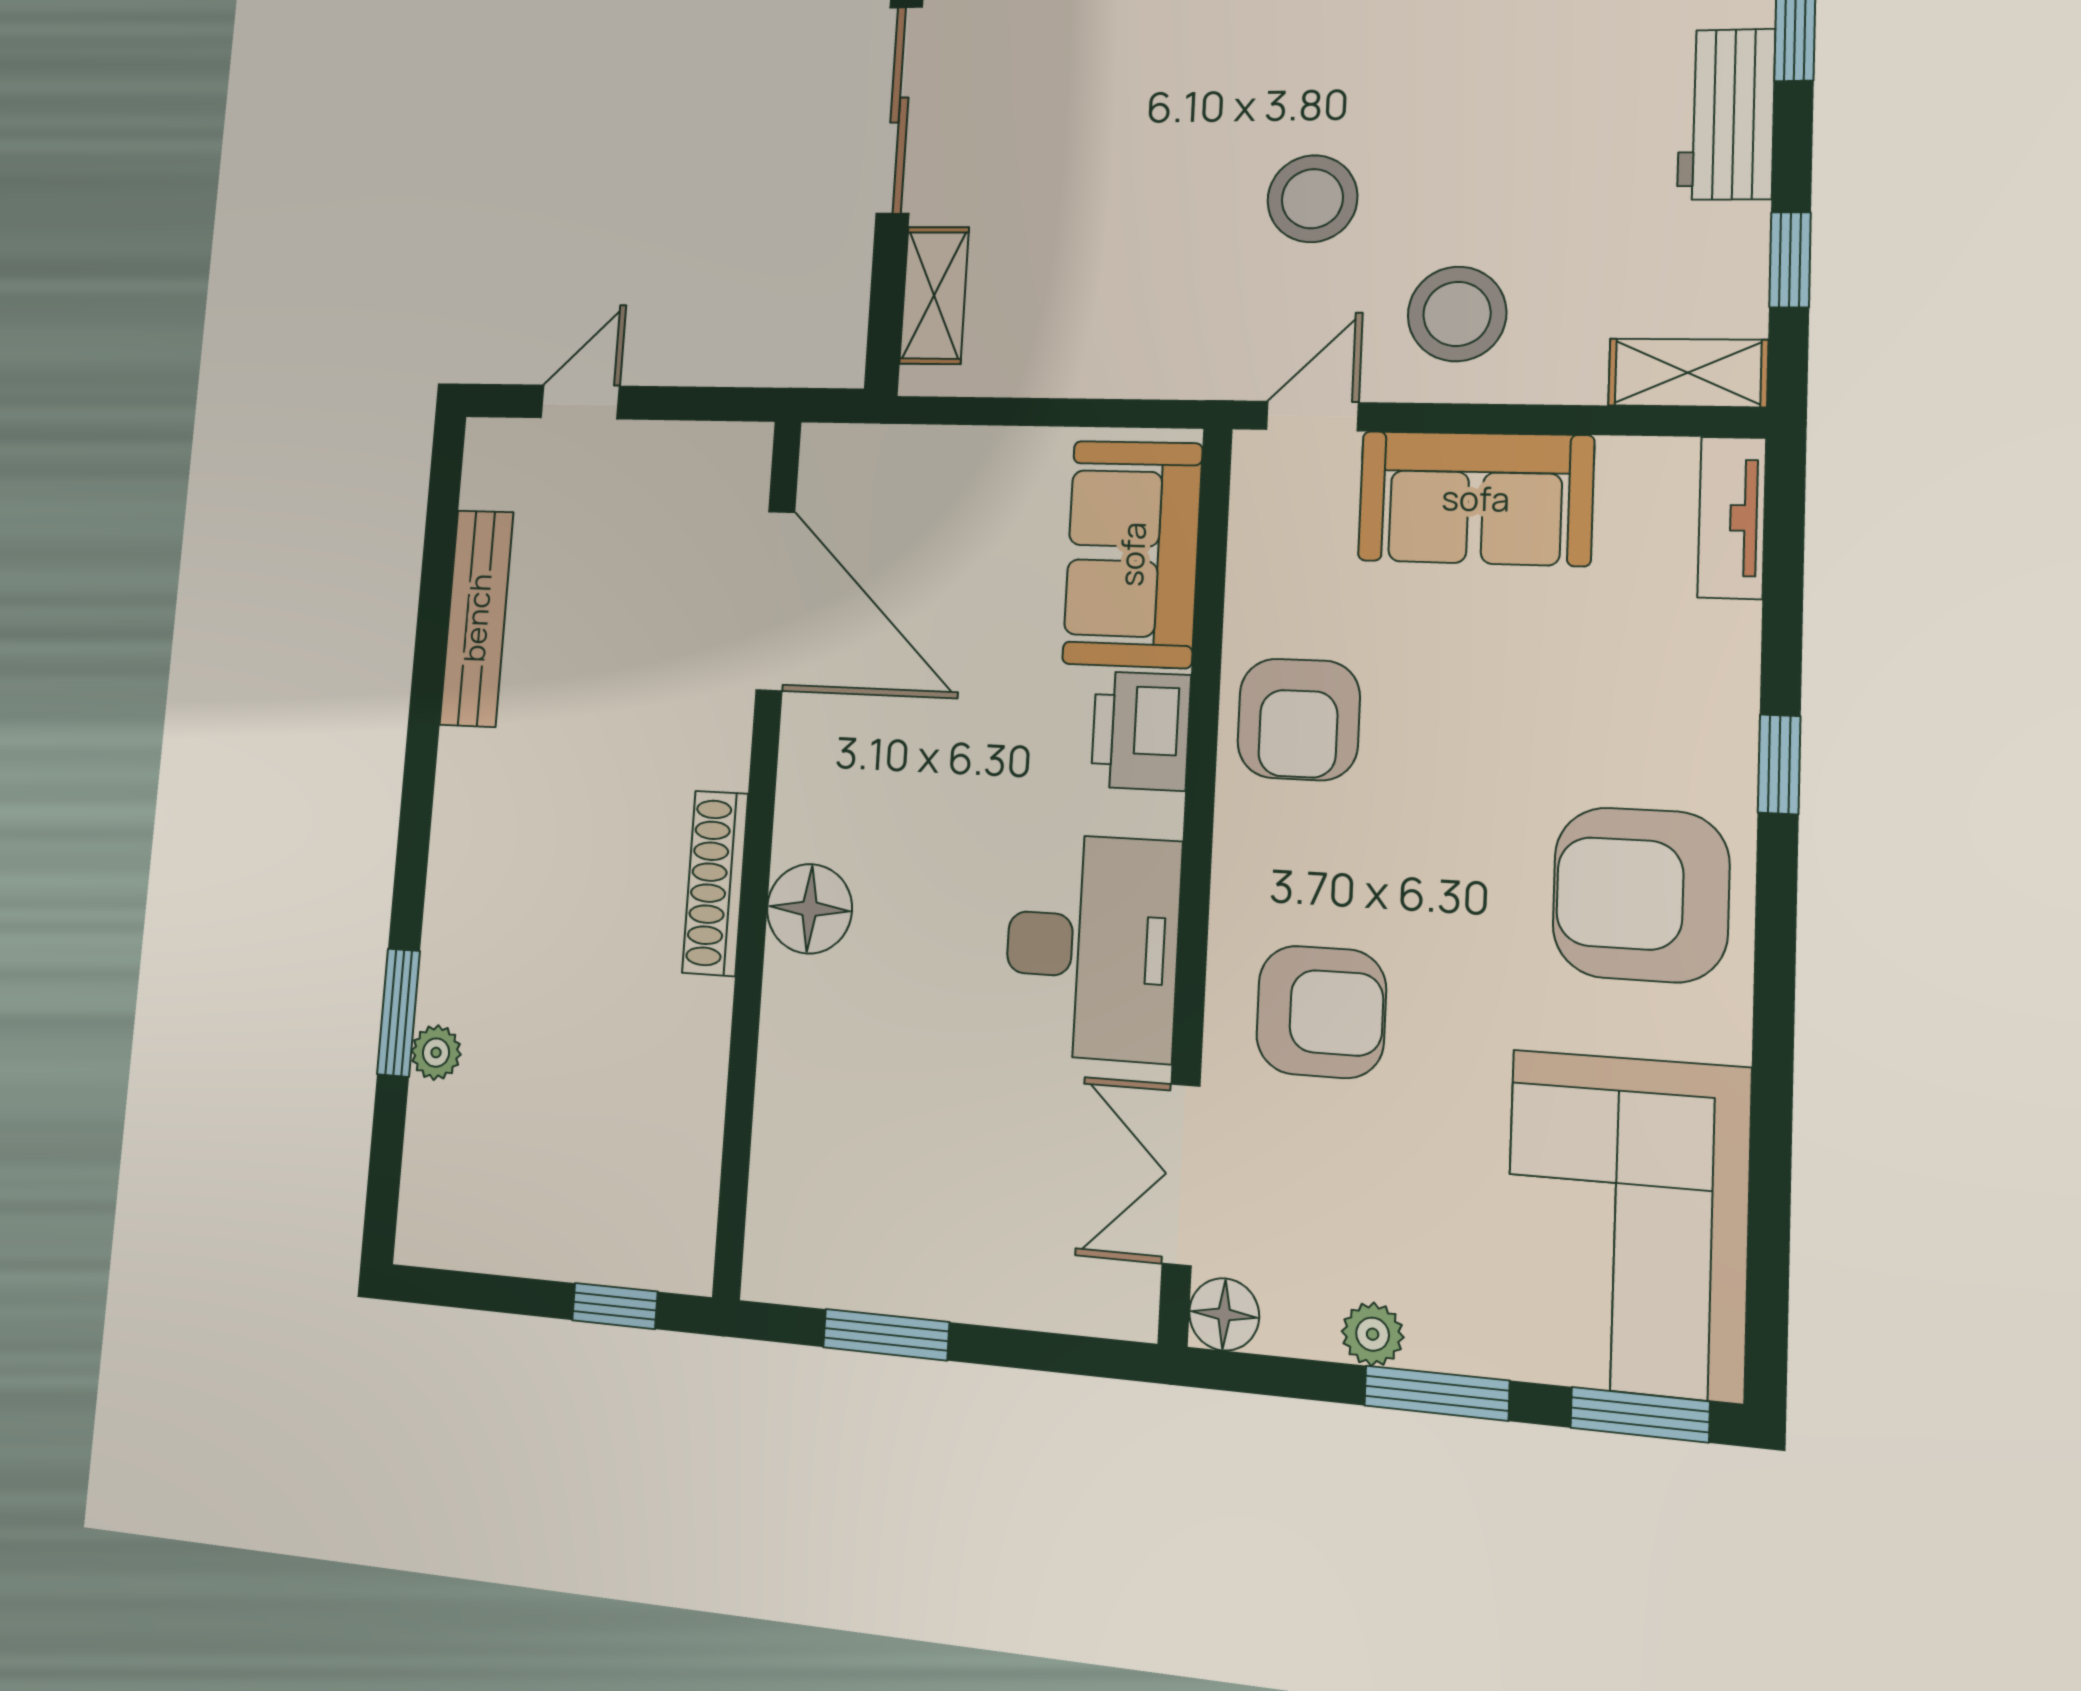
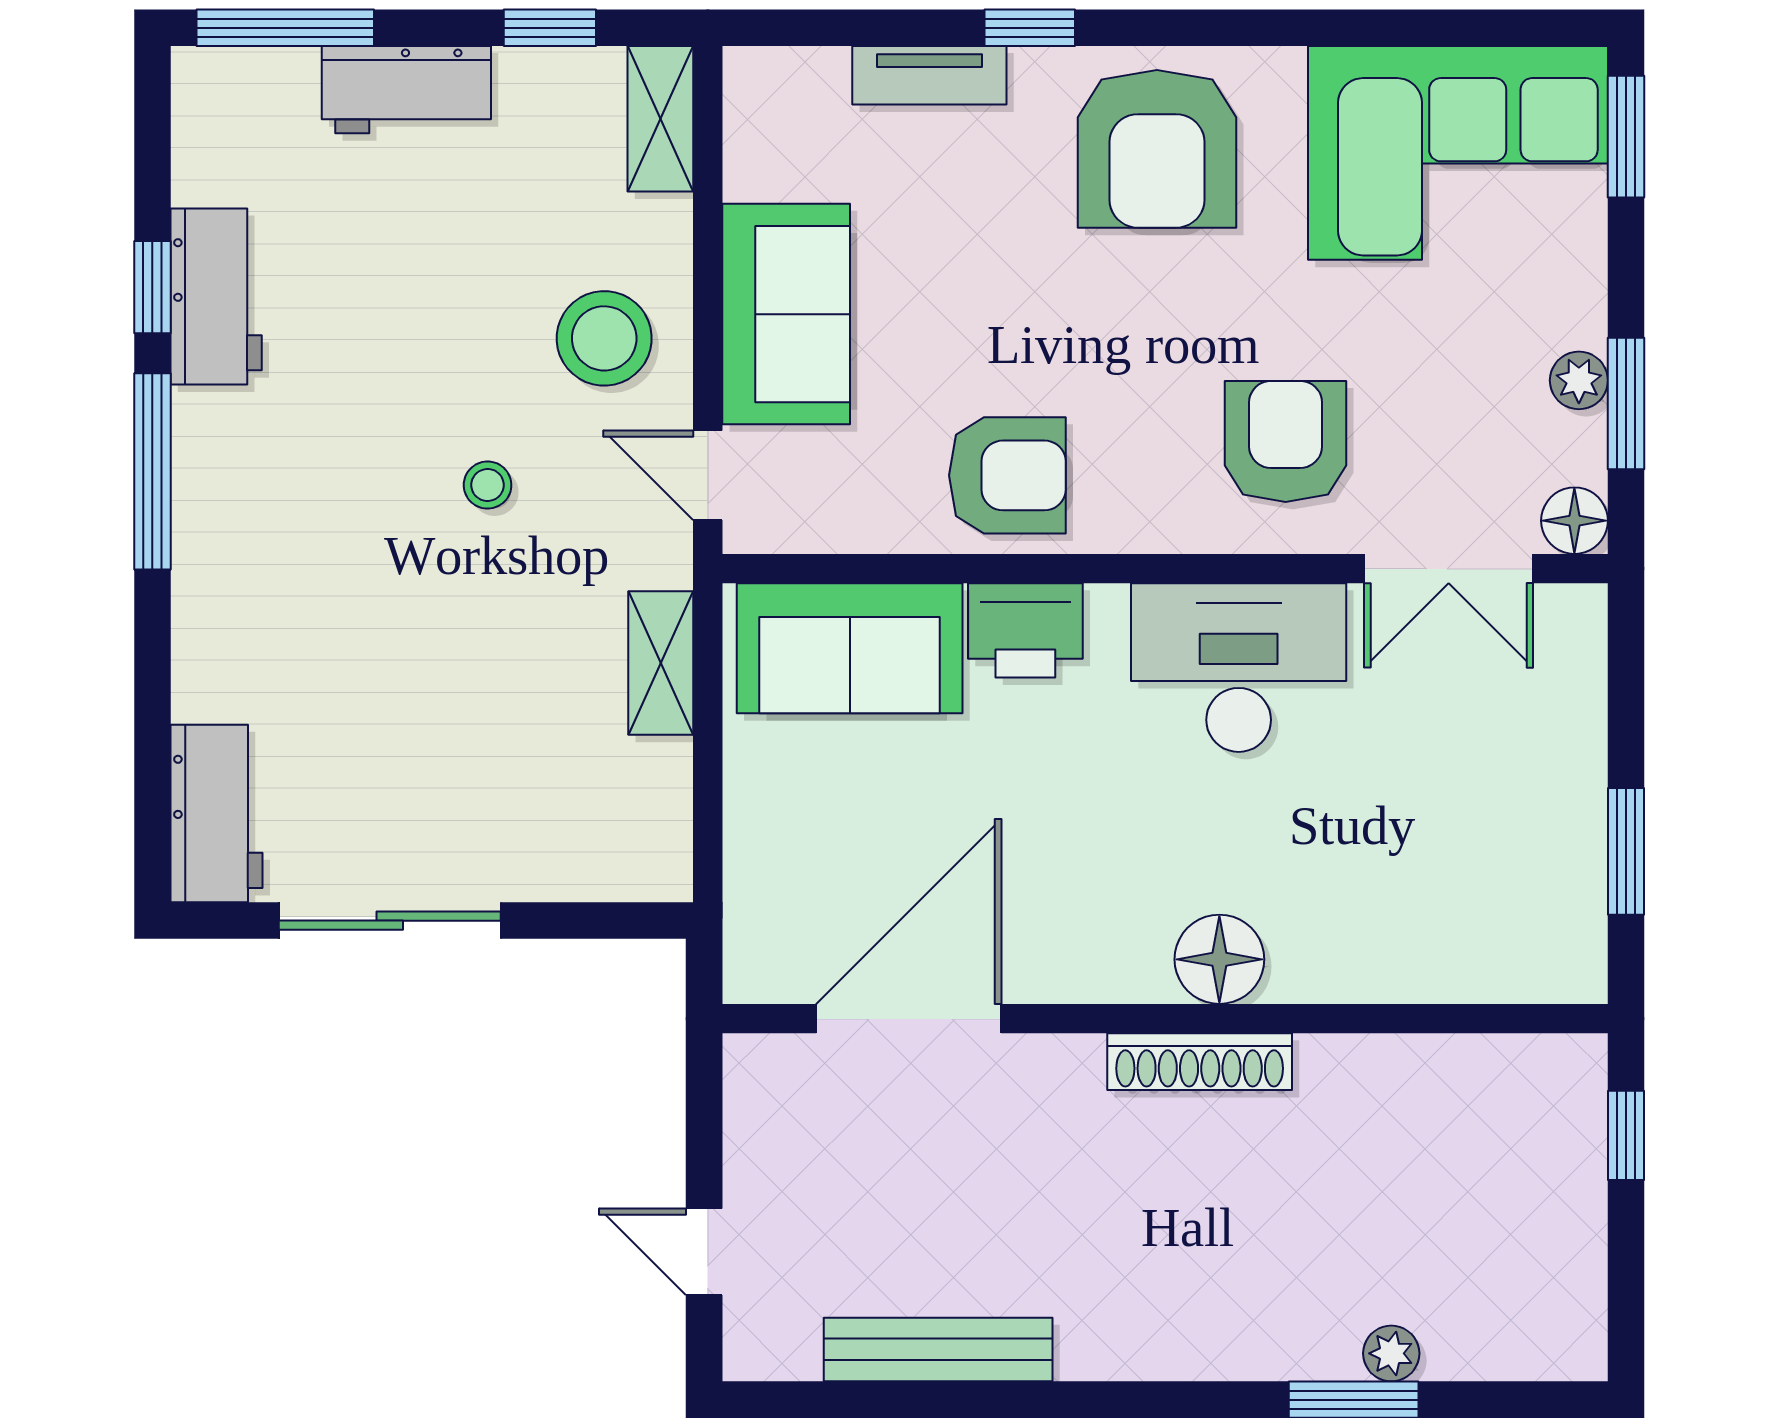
stool: (1312, 199) -> (488, 485), width x0.53, depth x0.53
shelving: (934, 295) -> (661, 663), moved, turned 90
tv unit: (1732, 518) -> (929, 75), moved
window: (1437, 1393) -> (1626, 404), moved

